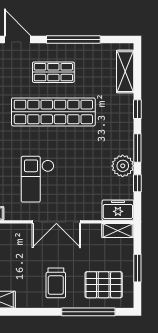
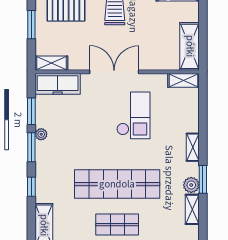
plant: (123, 166) -> (41, 134), width x0.53, depth x0.53
window: (137, 183) -> (31, 111), width x1.50
freezer: (118, 210) -> (58, 84), width x1.40

